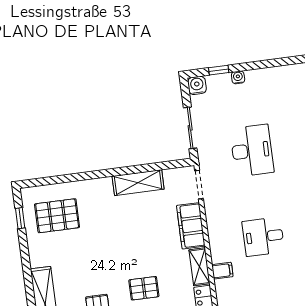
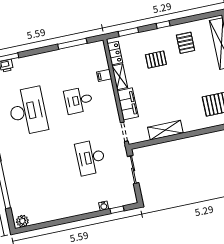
water cooler: (197, 85) -> (131, 198), removed
desk: (263, 237) -> (79, 100), turned 180

